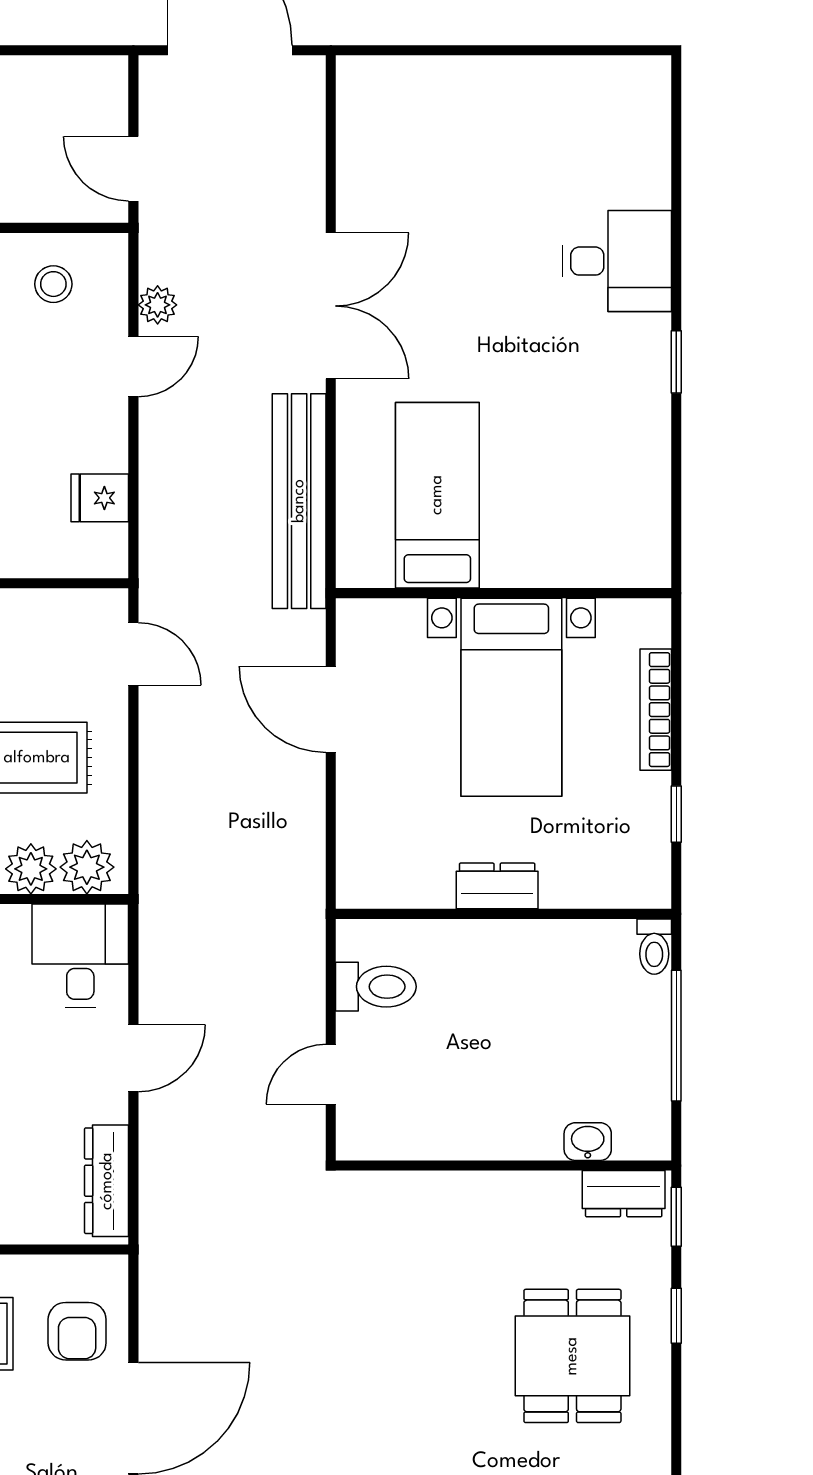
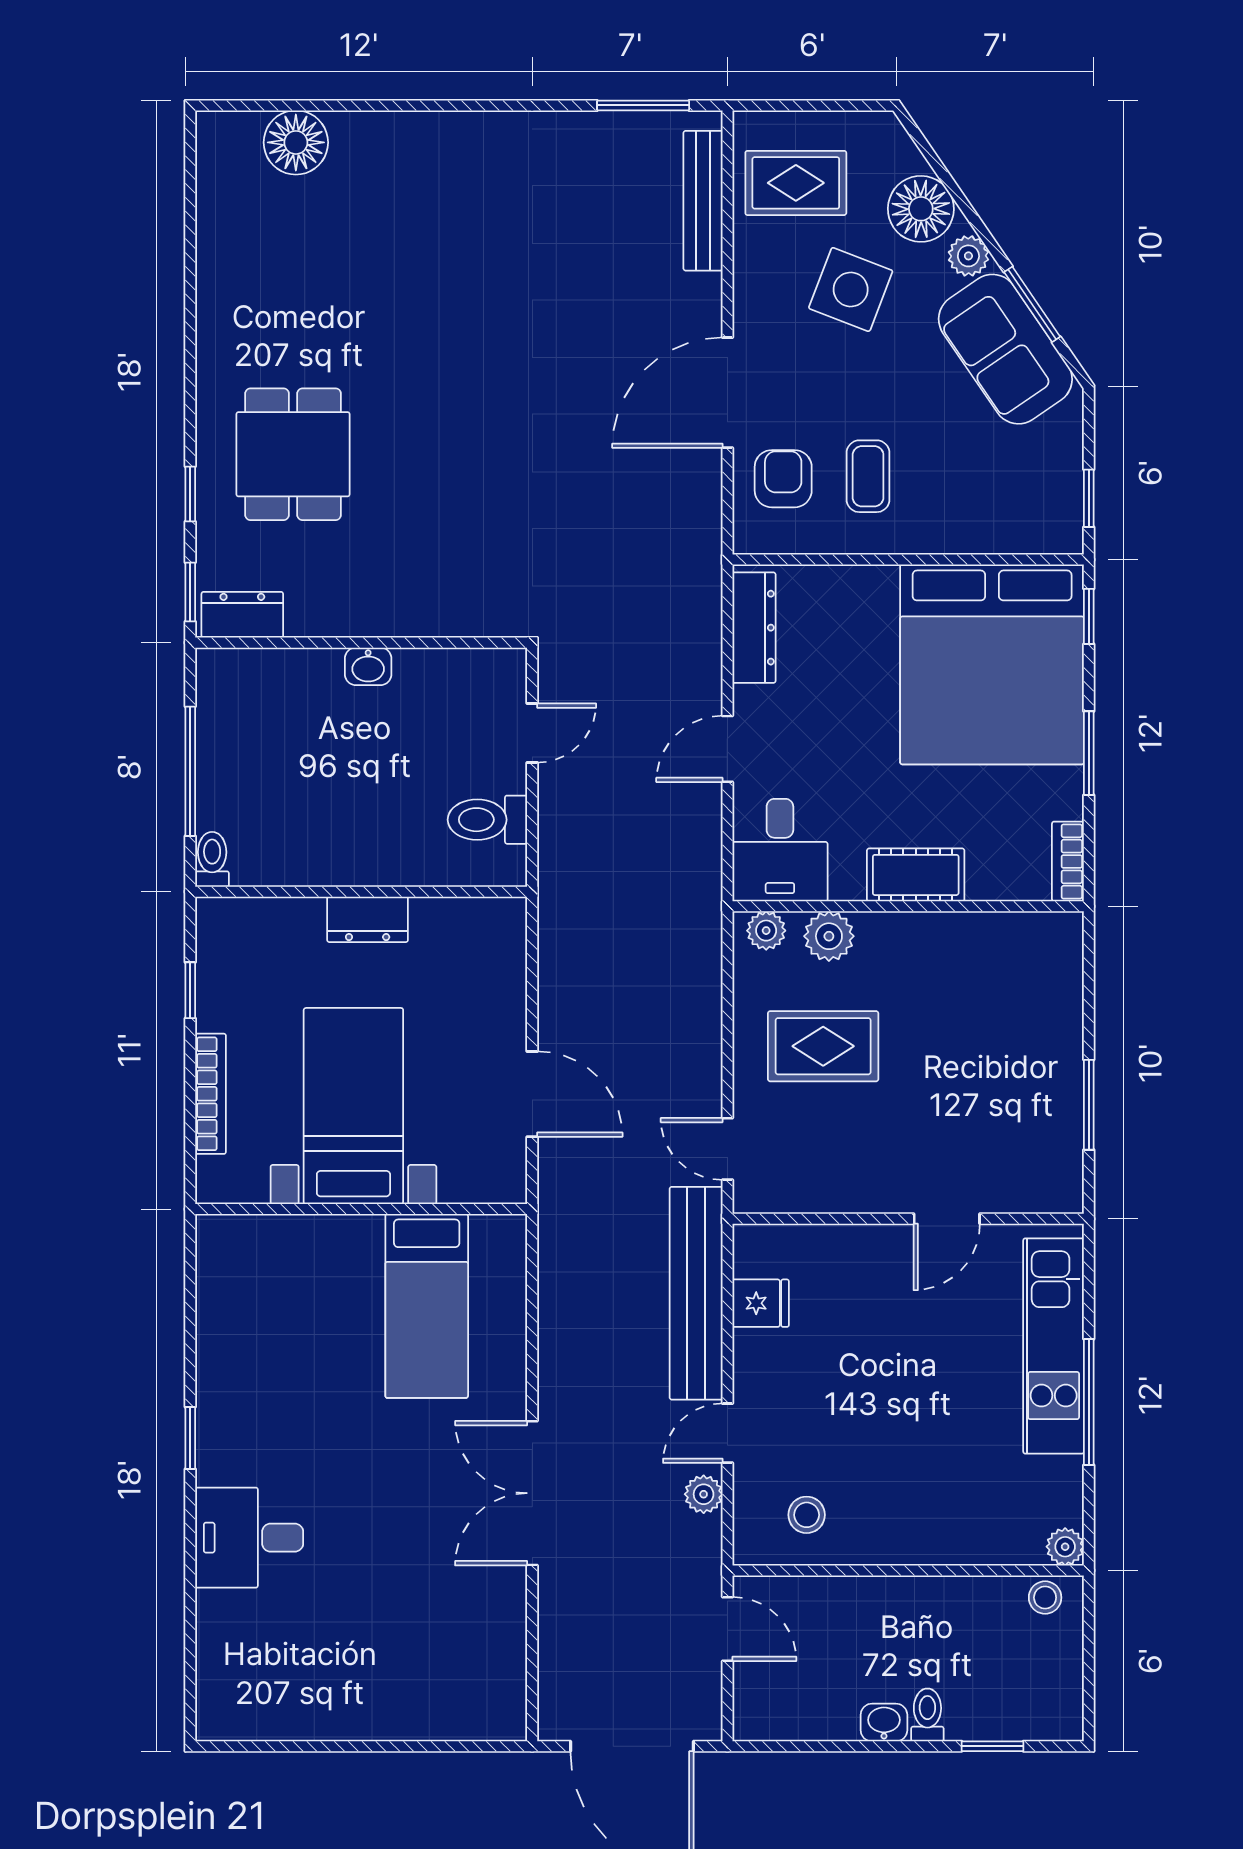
bench: (299, 501) -> (696, 1293), moved
plant: (87, 867) -> (766, 931), width x0.73, depth x0.73
washbasin: (588, 1142) -> (368, 666), moved

